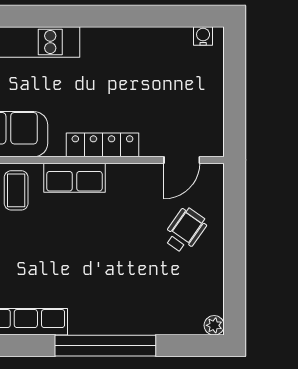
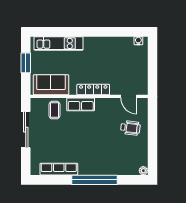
door: (182, 160) -> (129, 96), hinge flipped
wheelchair: (185, 230) -> (130, 128), turned 62

